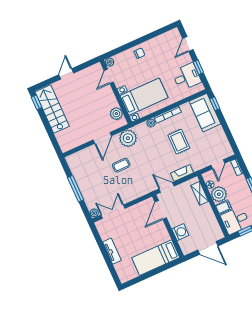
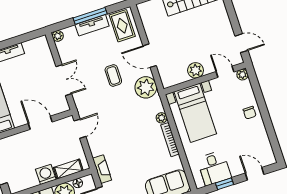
door: (66, 74) -> (241, 43), moved
plant: (116, 114) -> (196, 70), moved
rug: (179, 142) -> (122, 26), moved, turned 90
fireplace: (182, 173) -> (102, 169), moved
tv unit: (83, 186) -> (92, 25), added
door: (161, 210) -> (40, 123), moved
double door: (113, 212) -> (64, 80), moved
washing machine: (180, 232) -> (46, 174), moved, turned 180

